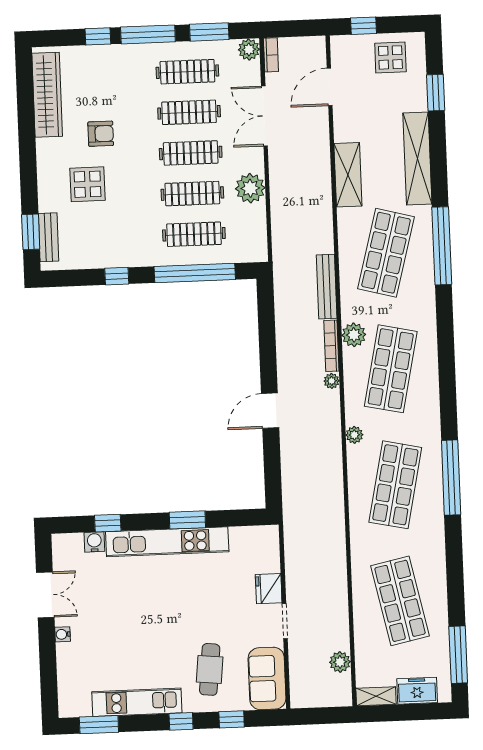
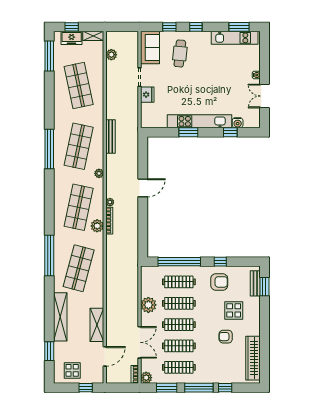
shelving: (348, 175) -> (97, 325), moved
armchair: (117, 237) -> (219, 282), added
window: (442, 246) -> (49, 256), moved
bench: (327, 287) -> (111, 137), moved
kitchen unit: (137, 702) -> (235, 38), moved
window: (418, 712) -> (72, 27), added

